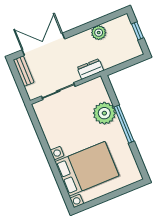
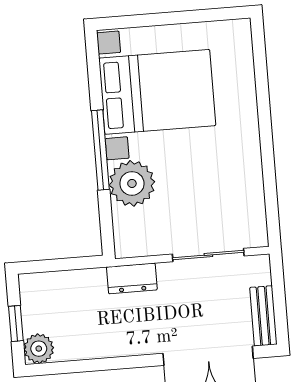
plant: (99, 33) -> (39, 349), moved
bed with nightstands: (87, 169) -> (157, 92), moved, turned 180

